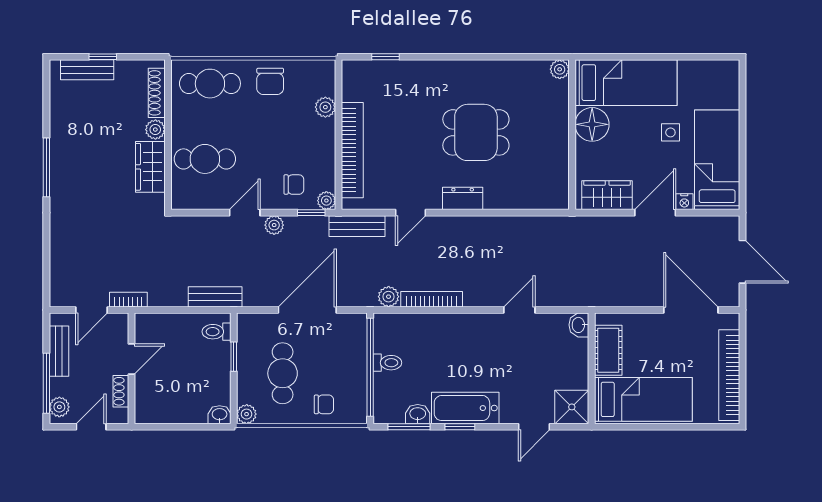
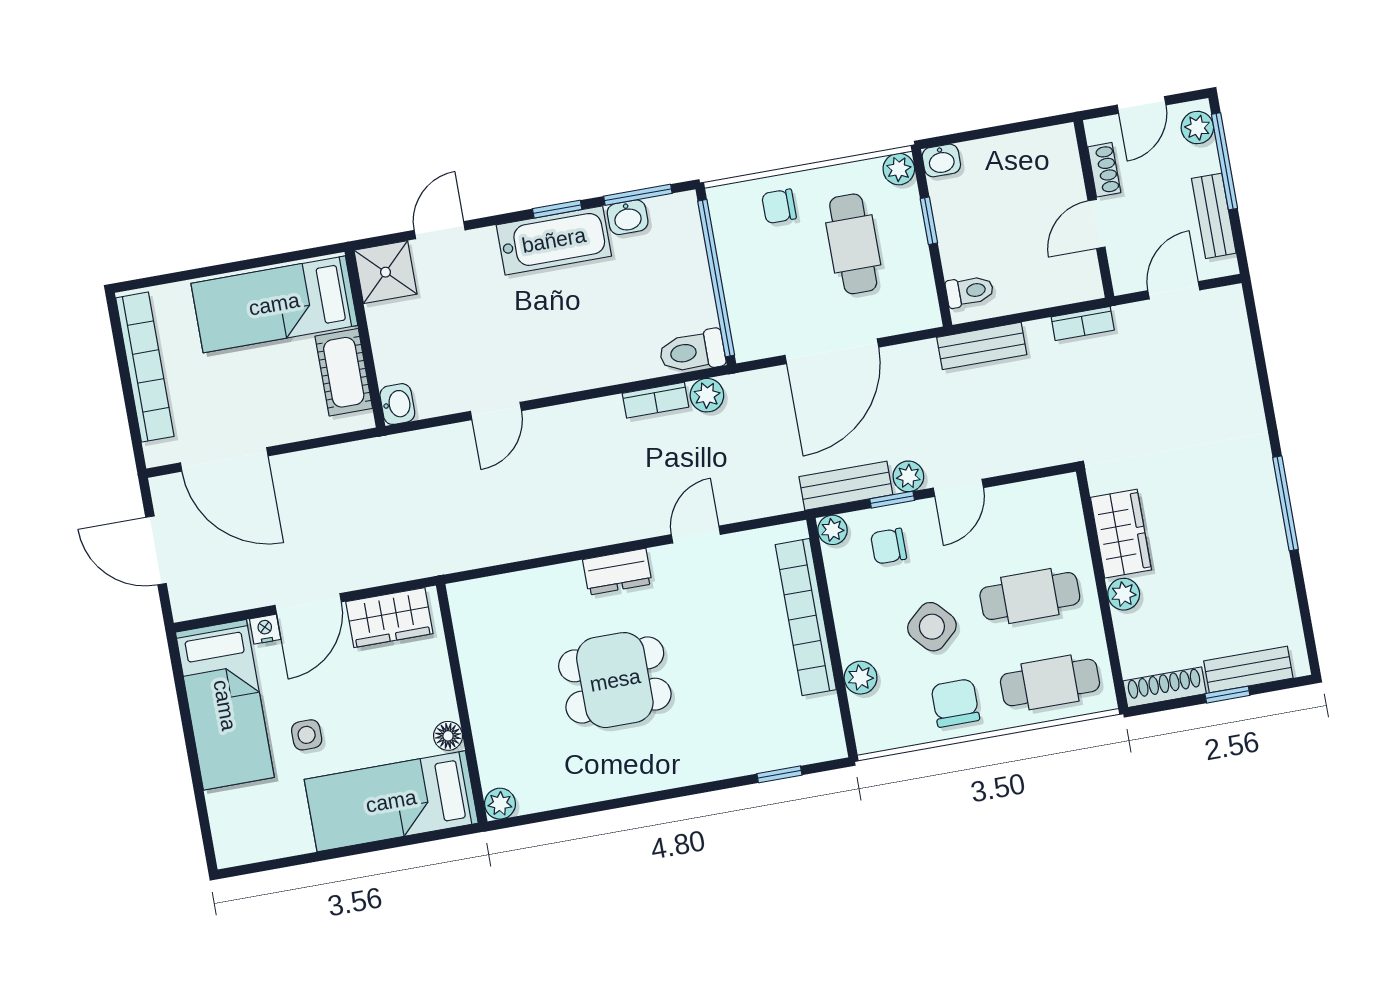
shoe rack: (157, 93) -> (1165, 687), moved, turned -90
floor lamp: (592, 124) -> (448, 736), width x0.53, depth x0.53
side table: (276, 130) -> (932, 627), added
cafe table: (205, 159) -> (1030, 596), moved
window: (311, 213) -> (892, 500), moved
bench: (357, 226) -> (846, 486), moved
bookcase: (432, 299) -> (656, 400), width x0.64
bookcase: (128, 300) -> (1083, 323), moved
window: (234, 357) -> (929, 221), moved
toilet: (387, 363) -> (692, 352), moved, width x1.37, depth x1.39

